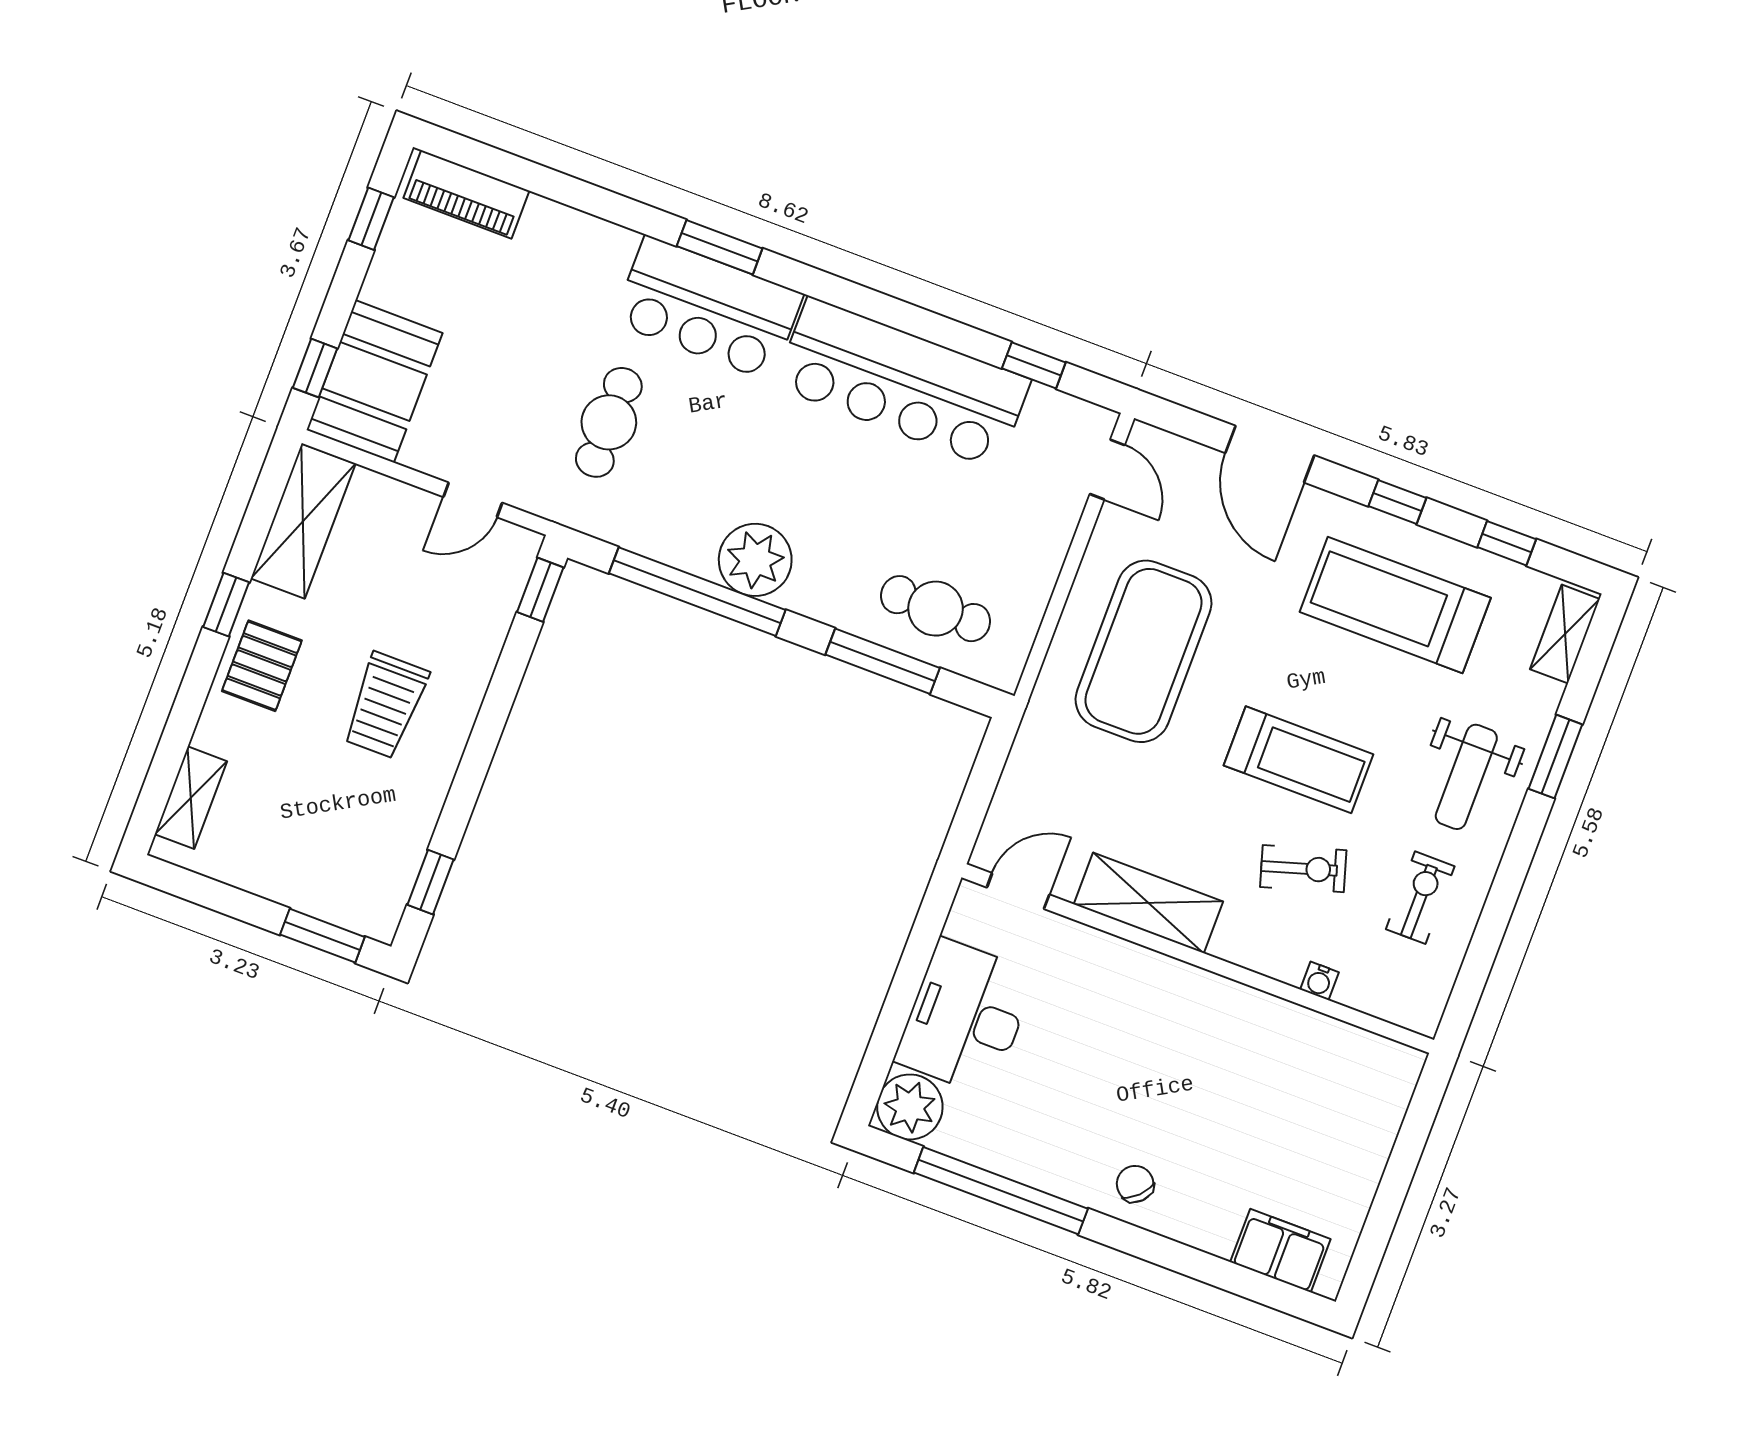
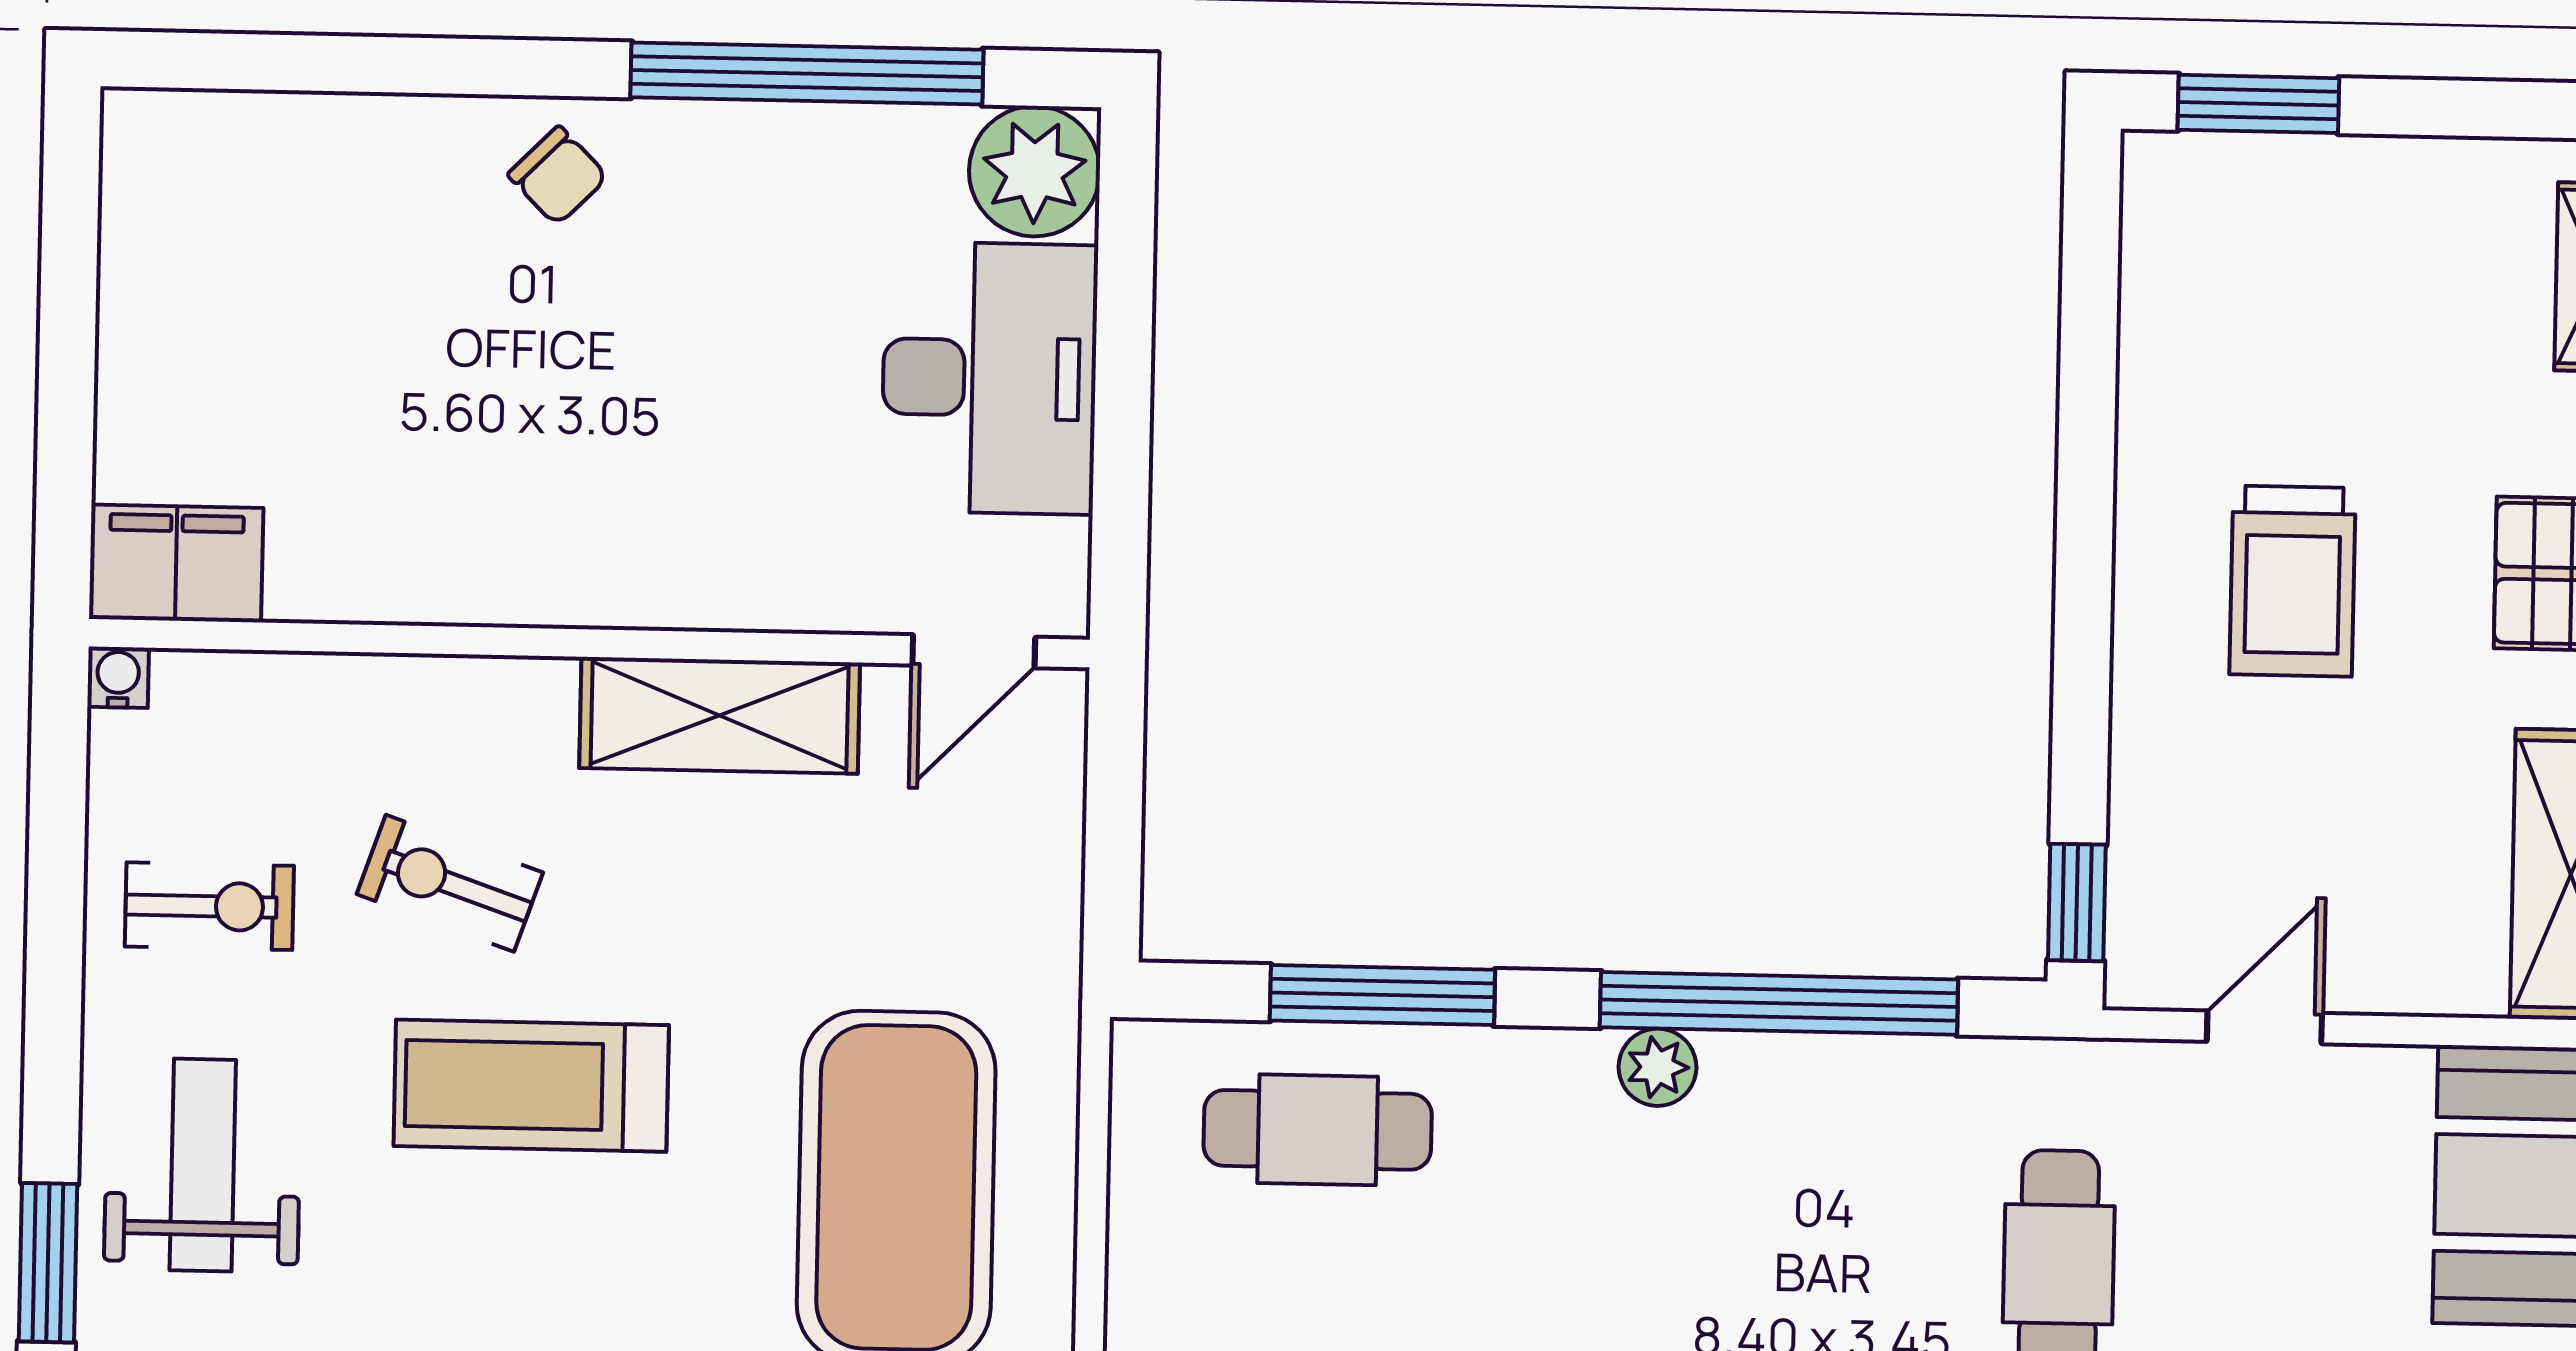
plant: (755, 560) -> (1658, 1067), width x0.53, depth x0.53
trolley: (385, 705) -> (2293, 581), turned 180
exercise bike: (1303, 869) -> (450, 883), turned 36
window: (430, 882) -> (2090, 277), removed
exercise bike: (1420, 898) -> (209, 906), turned -90
water cooler: (1319, 981) -> (118, 677), moved
filing cabinet: (1280, 1251) -> (176, 563), moved, turned 180

